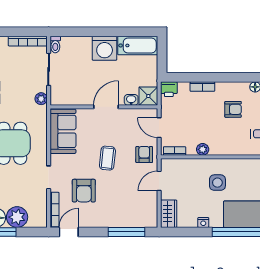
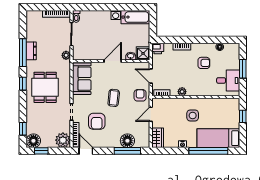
washing machine: (105, 48) -> (116, 15), width x0.53, depth x0.53
plant: (17, 217) -> (63, 140), moved
floor lamp: (127, 218) -> (127, 141), added
door: (69, 232) -> (86, 151), hinge flipped

